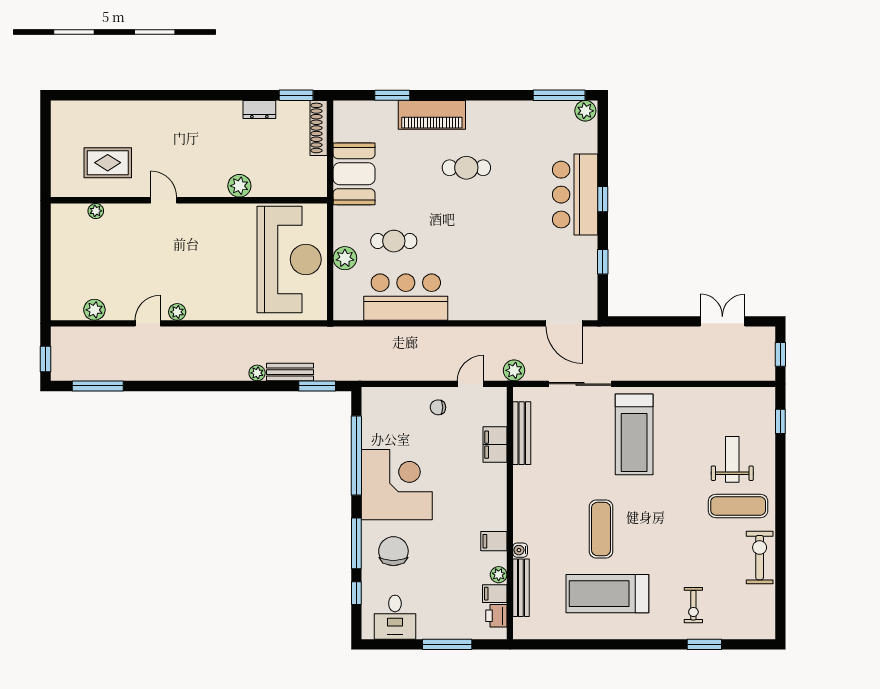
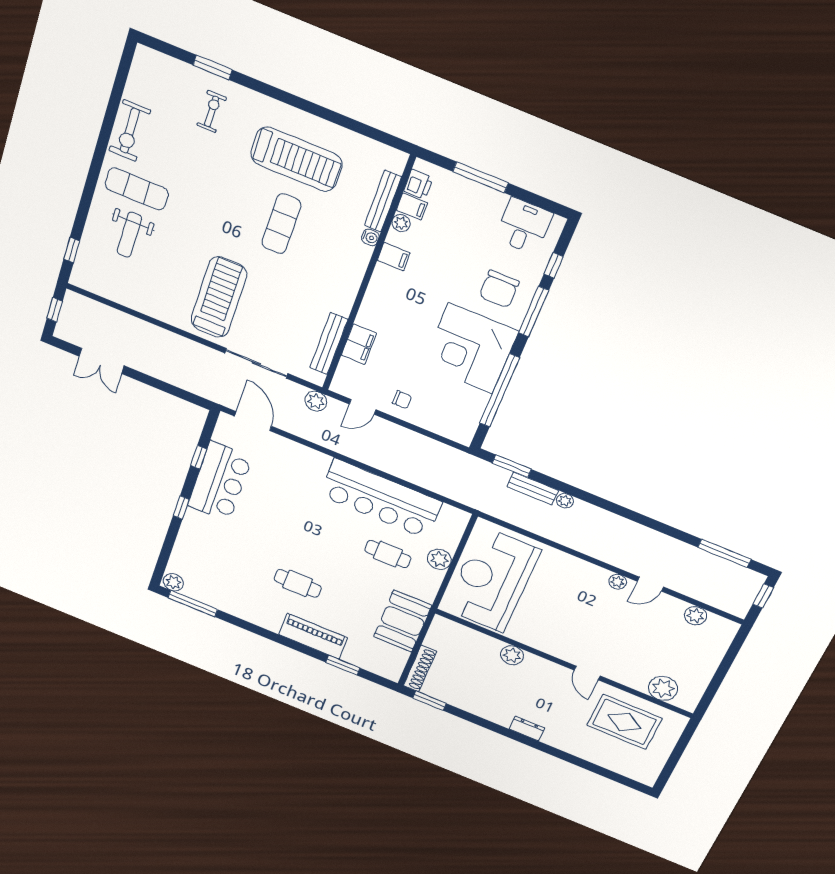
dresser: (259, 109) -> (527, 728), moved
rug: (108, 163) -> (624, 722), width x1.36, depth x1.43
bar counter: (575, 195) -> (220, 482), moved
plant: (96, 211) -> (663, 688), width x1.87, depth x1.87
bar counter: (406, 297) -> (381, 499), width x1.36

